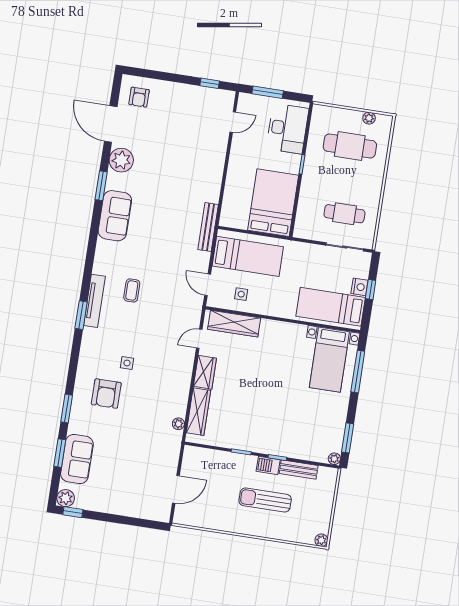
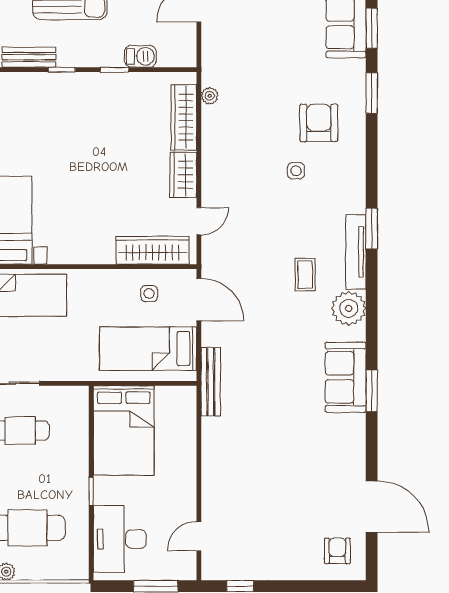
plant: (121, 160) -> (349, 308), moved
window: (101, 186) -> (372, 391), moved
door: (208, 285) -> (199, 300), width x1.38
barbecue: (268, 465) -> (140, 56), moved

